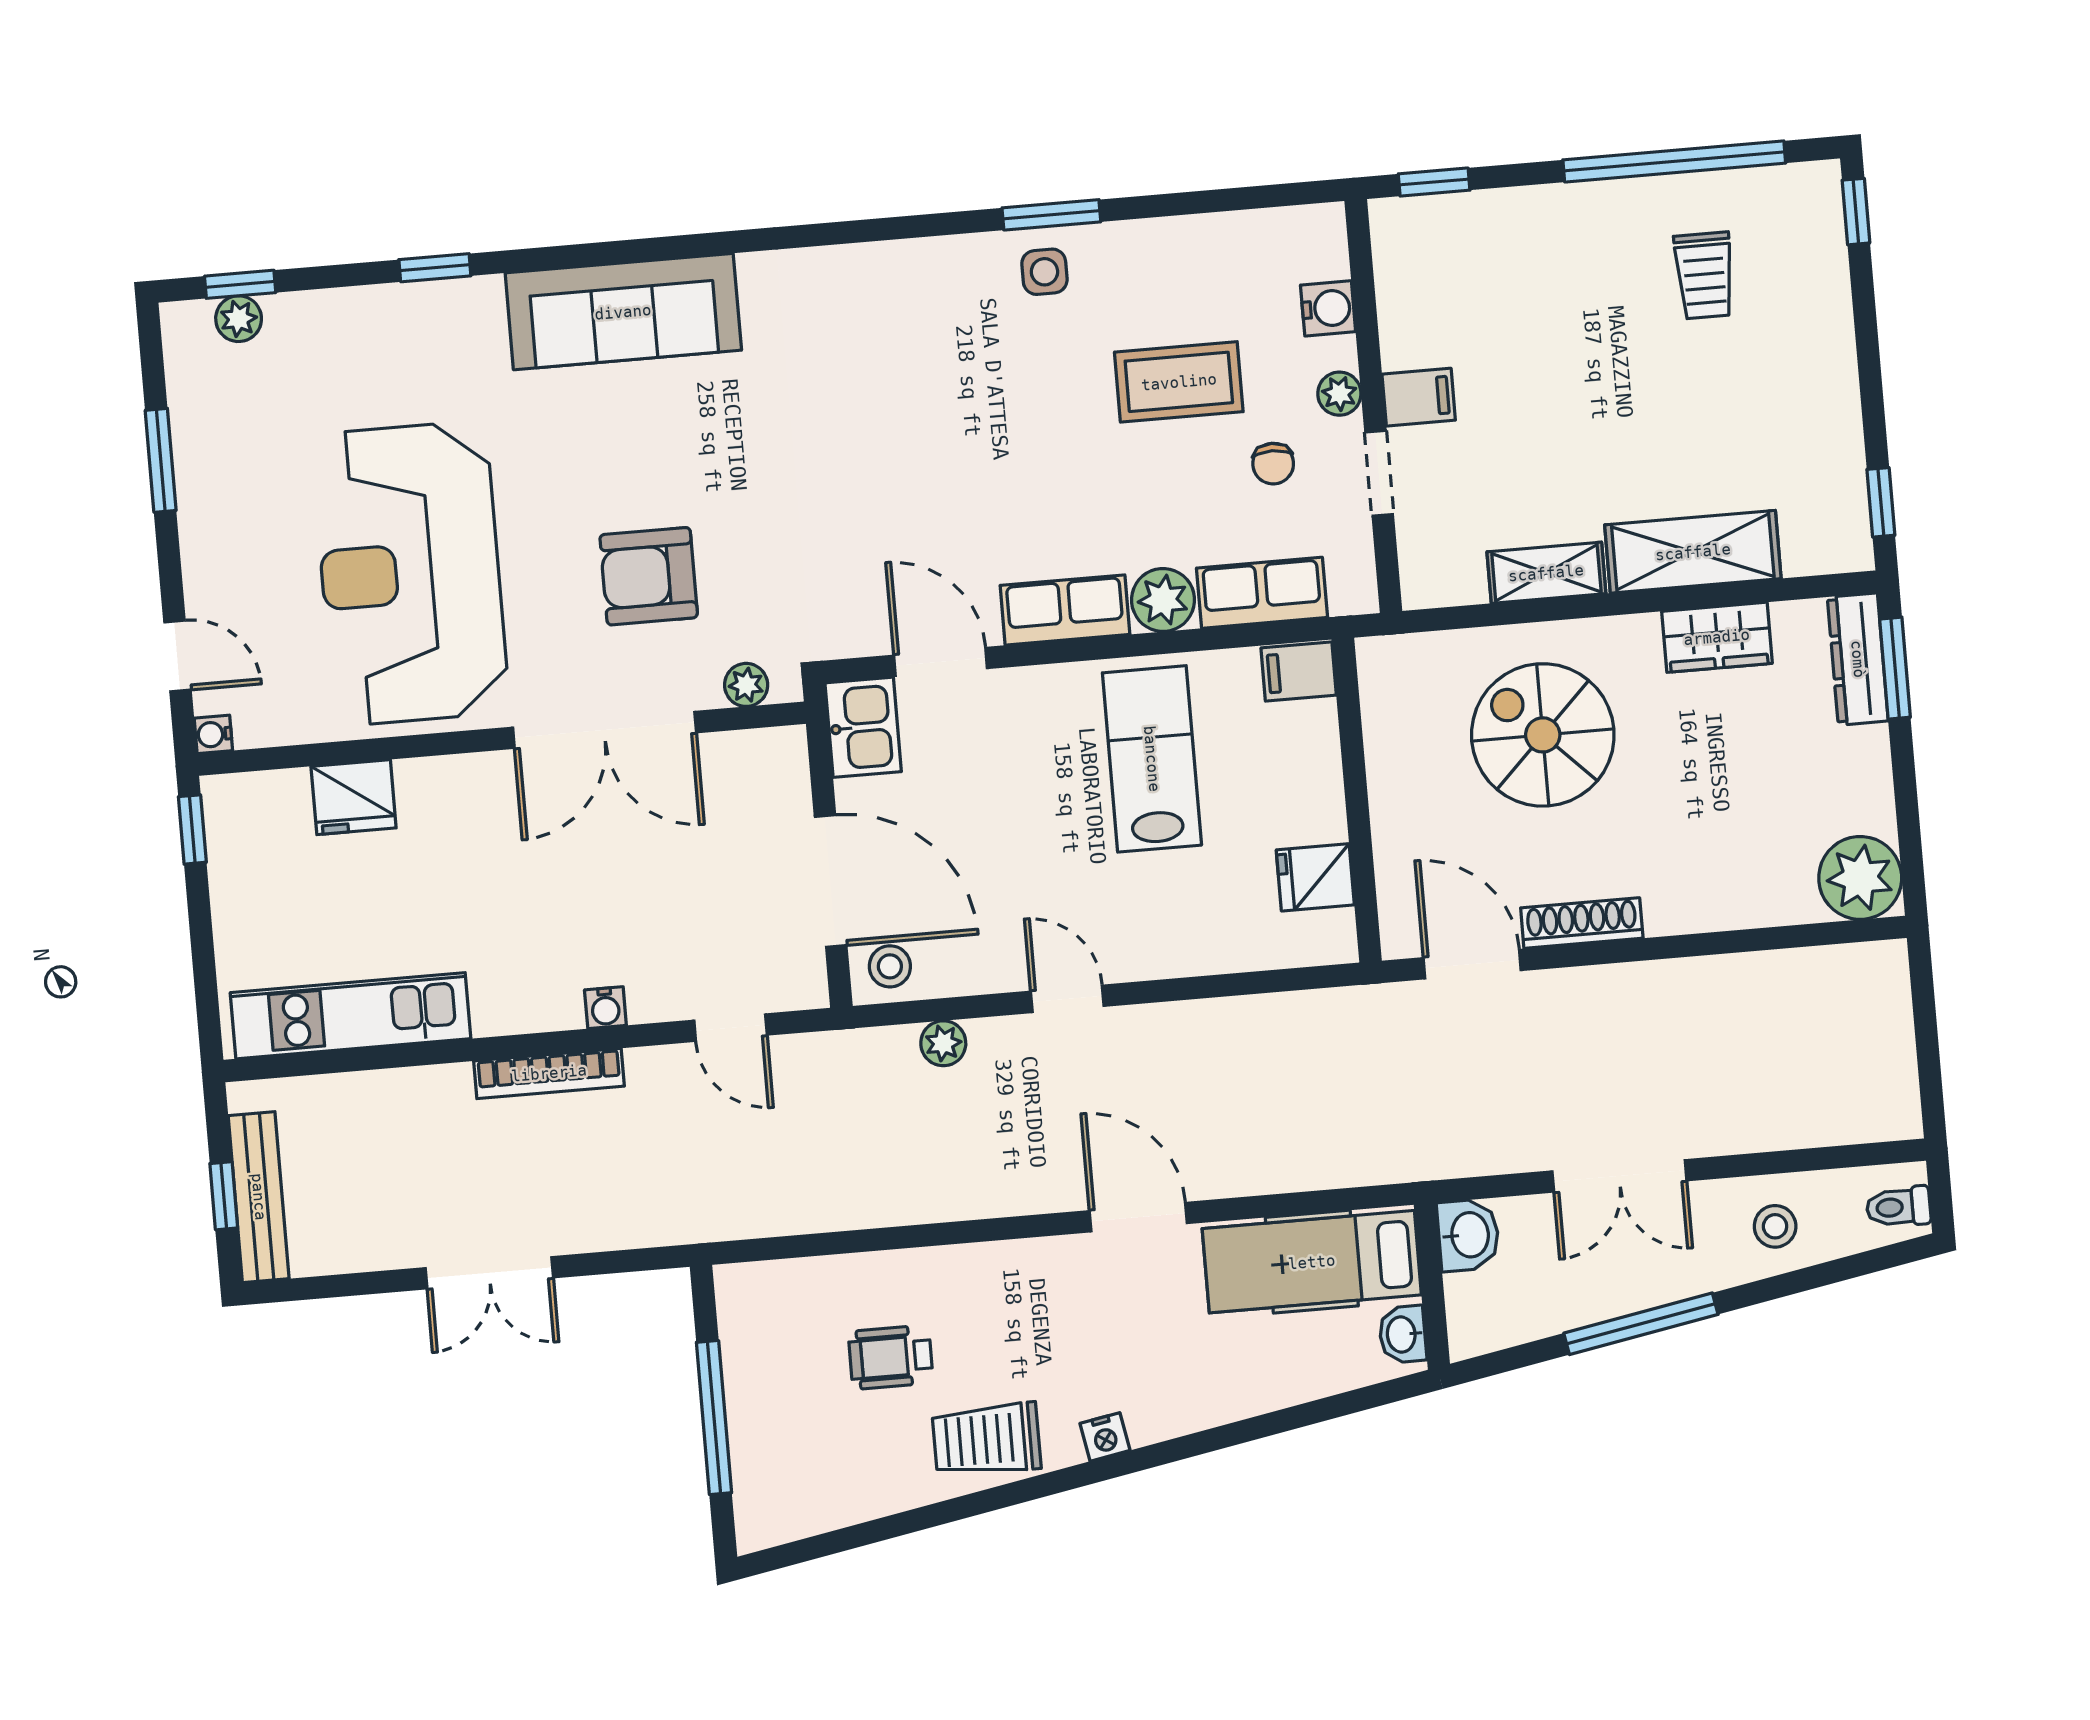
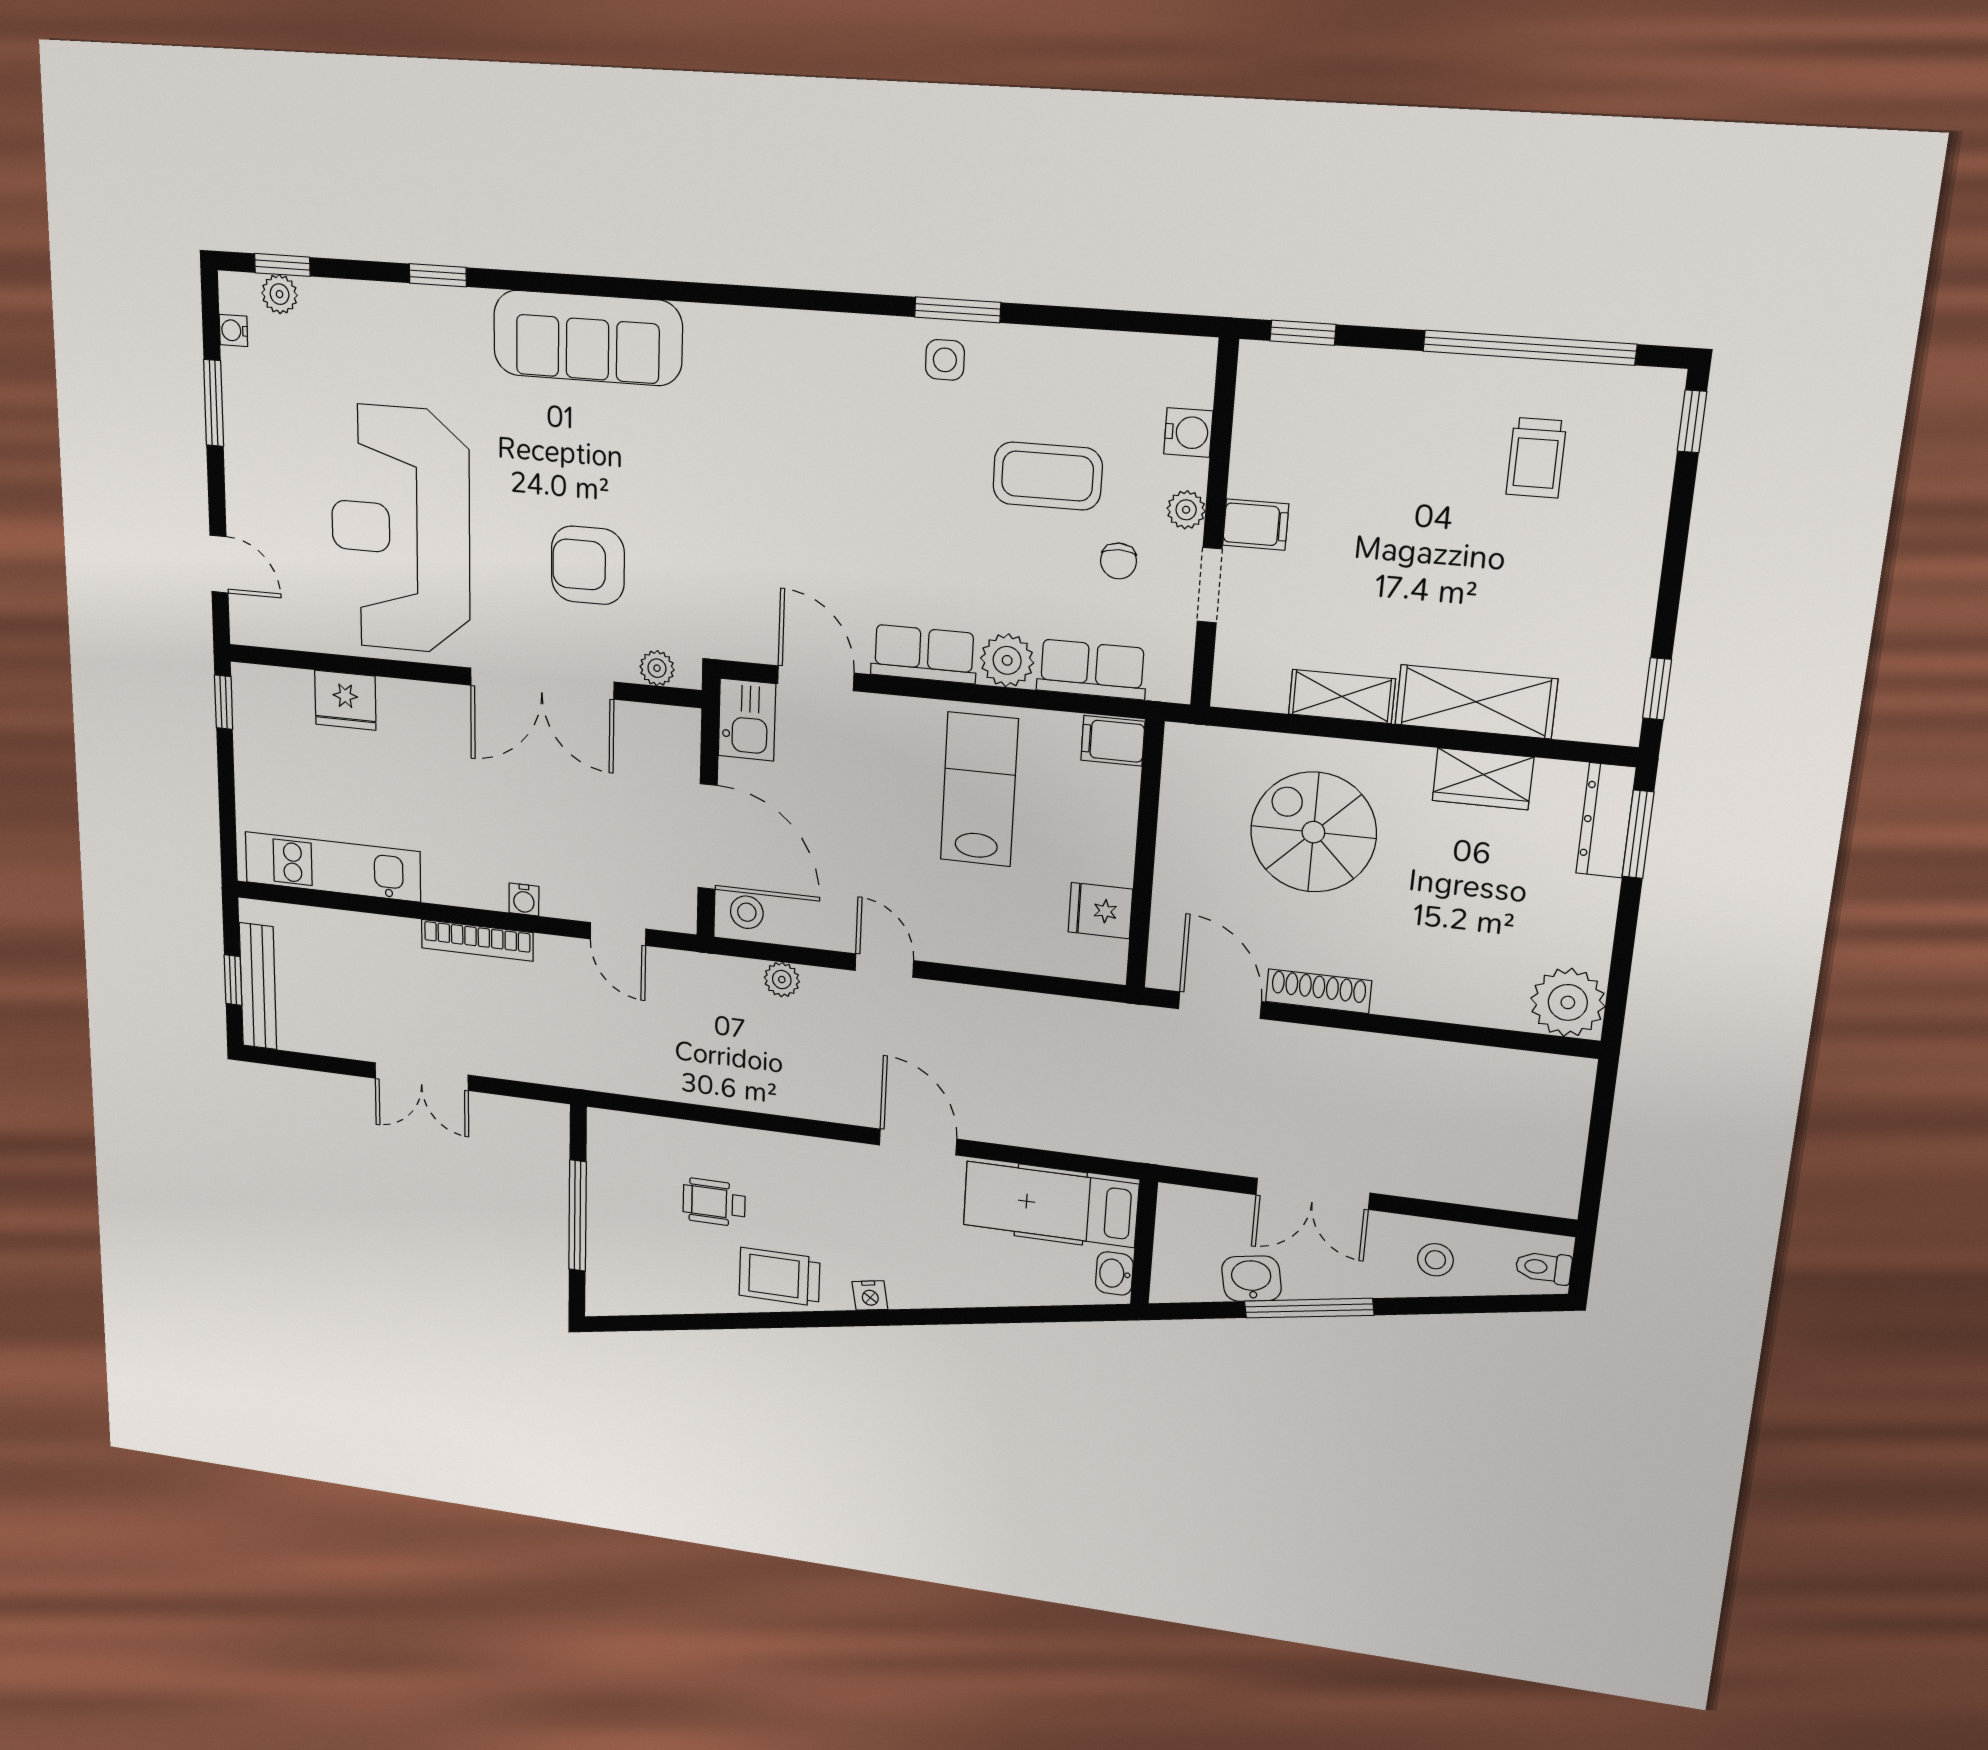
water cooler: (213, 734) -> (233, 330), moved
washbasin: (1468, 1235) -> (1252, 1279), moved, turned -100

